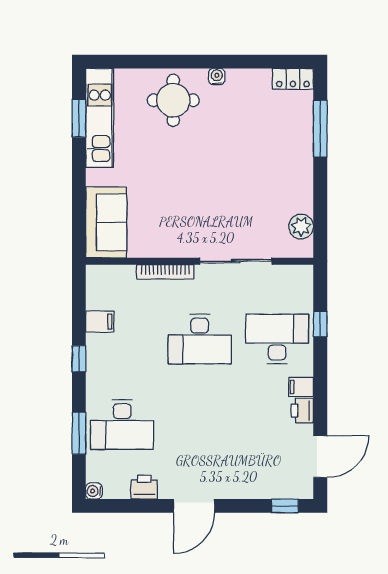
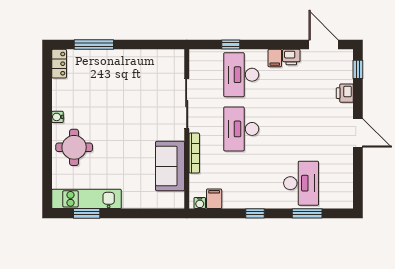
sofa: (106, 222) -> (170, 166), moved, turned -90
plant: (301, 227) -> (163, 58), removed
filing cabinet: (100, 322) -> (214, 199), moved
desk: (200, 339) -> (241, 129), turned 180
printer: (144, 487) -> (345, 93), moved
water cooler: (94, 491) -> (200, 203), moved

